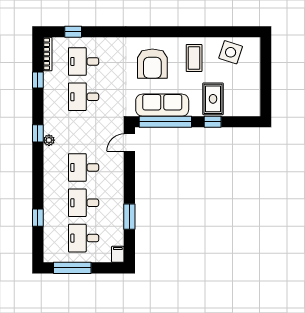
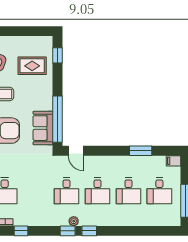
desk: (84, 97) -> (67, 191), moved
rug: (213, 99) -> (32, 66), moved
sofa: (162, 105) -> (43, 128), width x0.73
window: (213, 122) -> (58, 55), moved
window: (38, 218) -> (89, 231), moved

